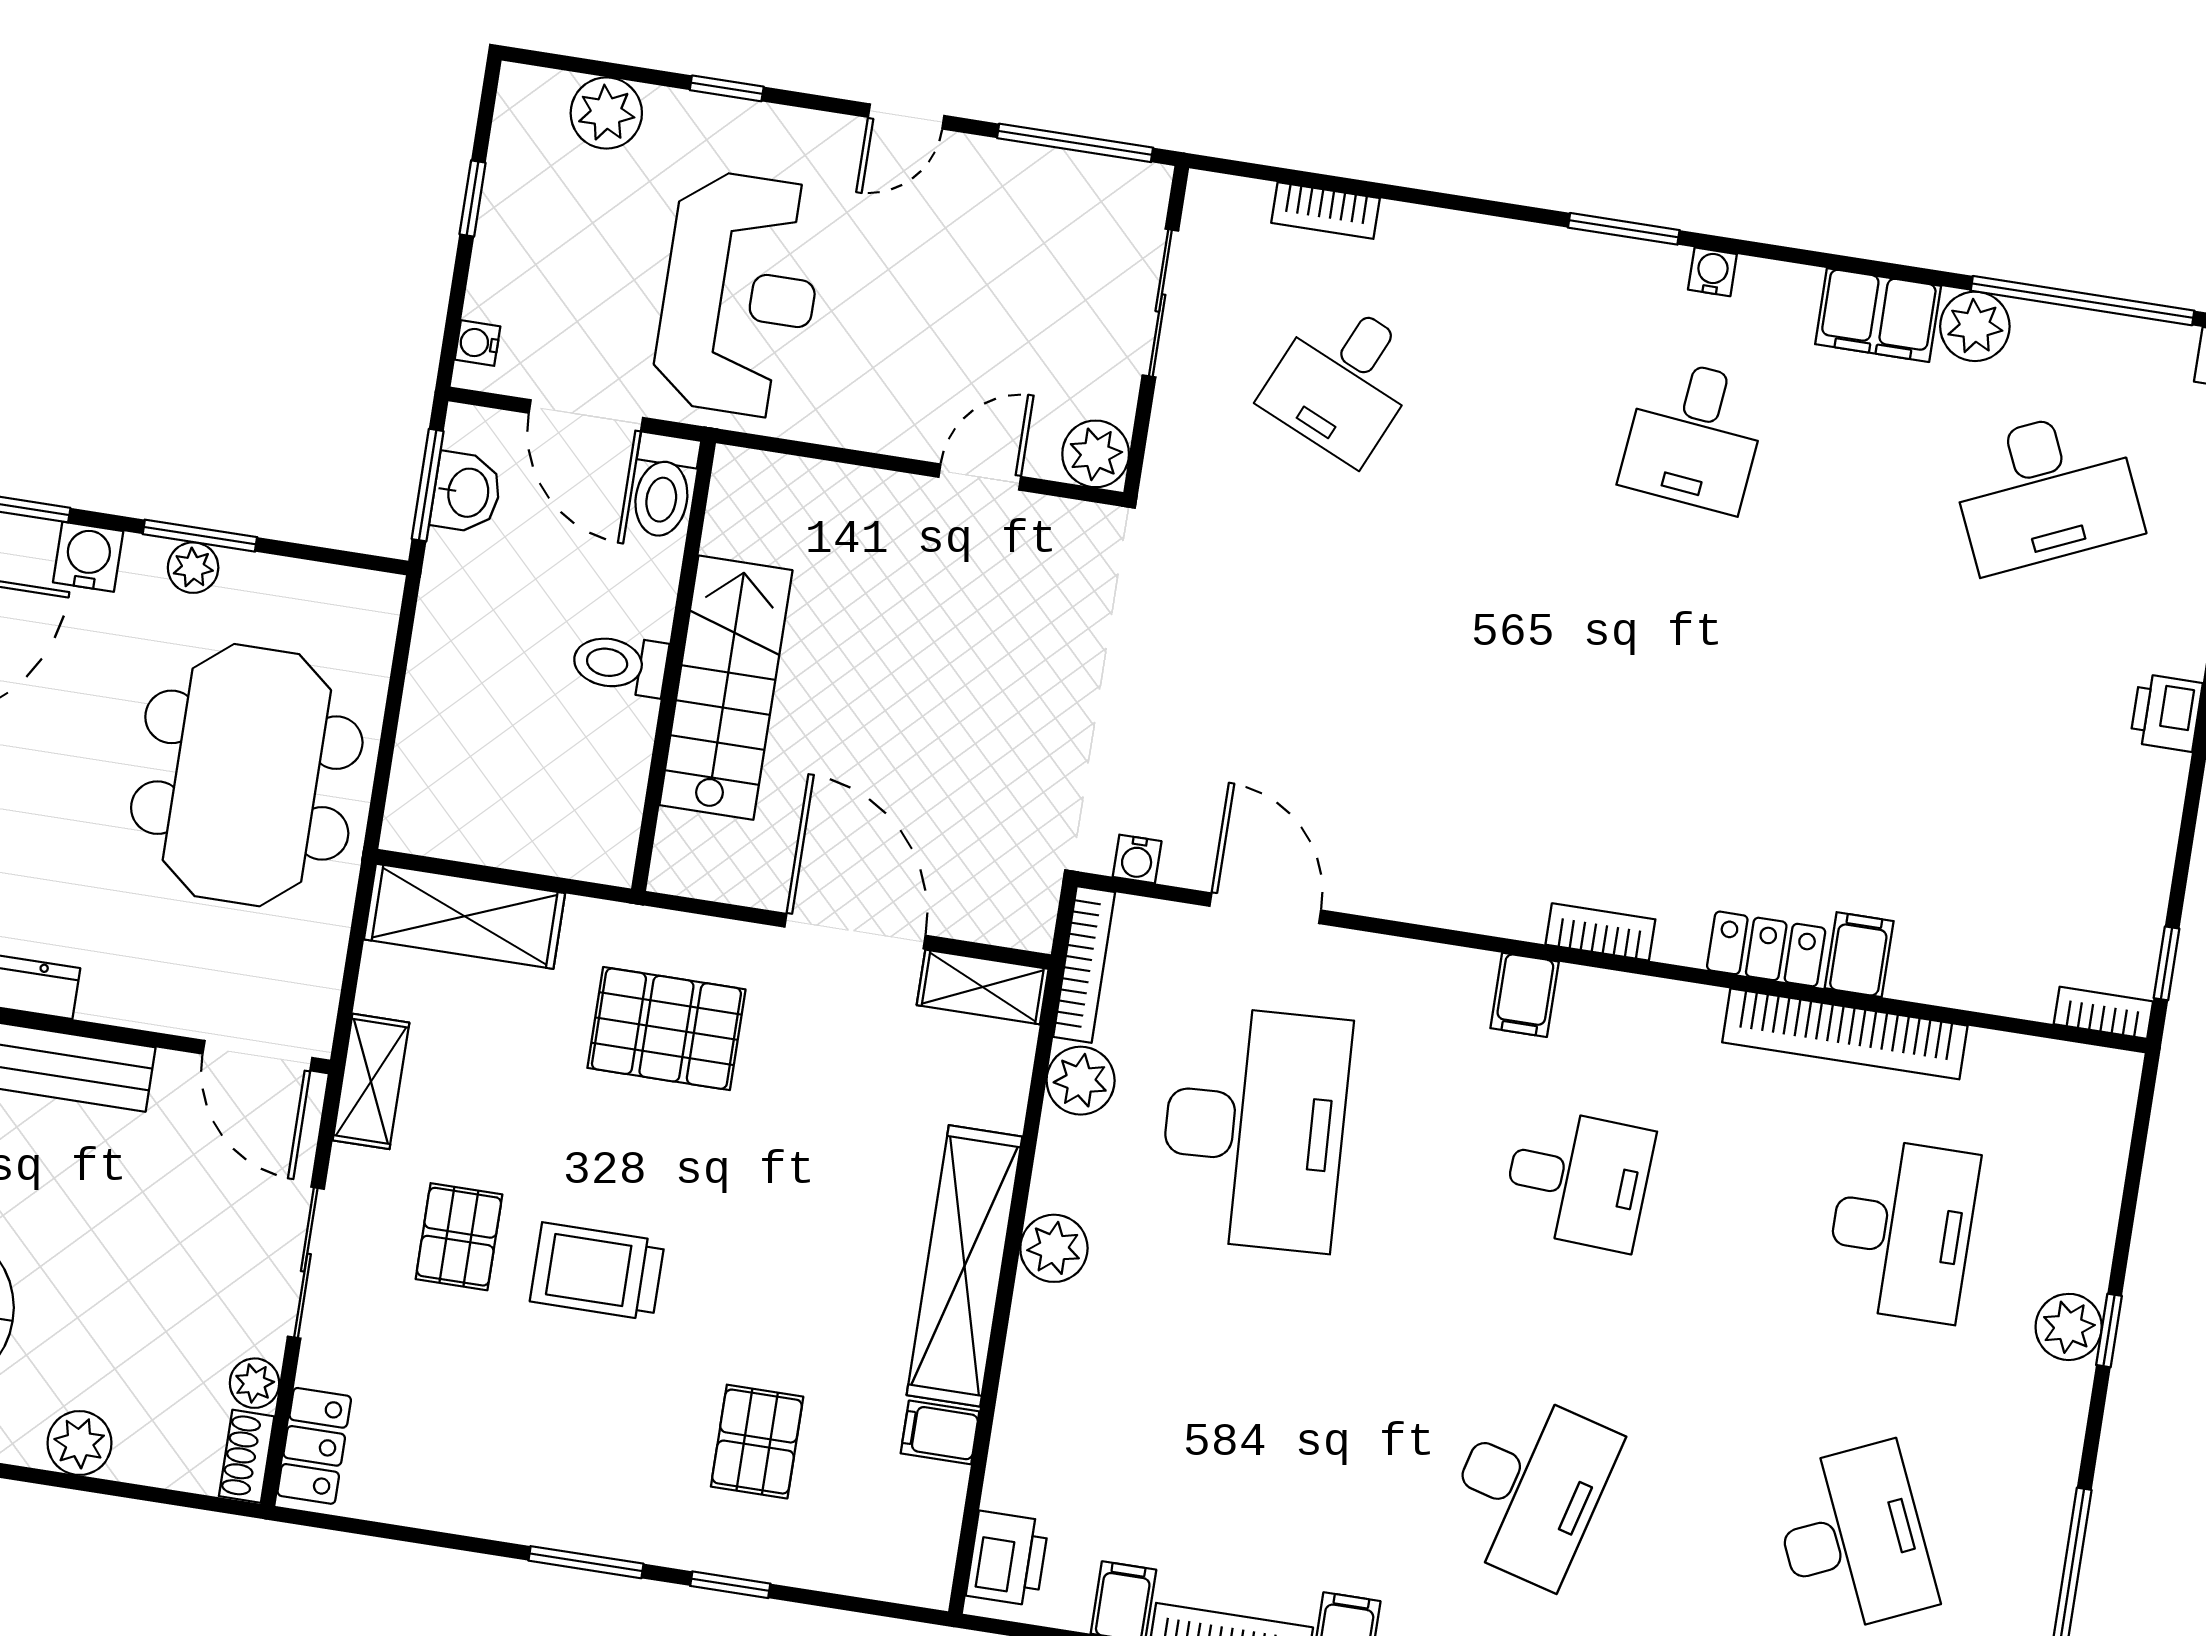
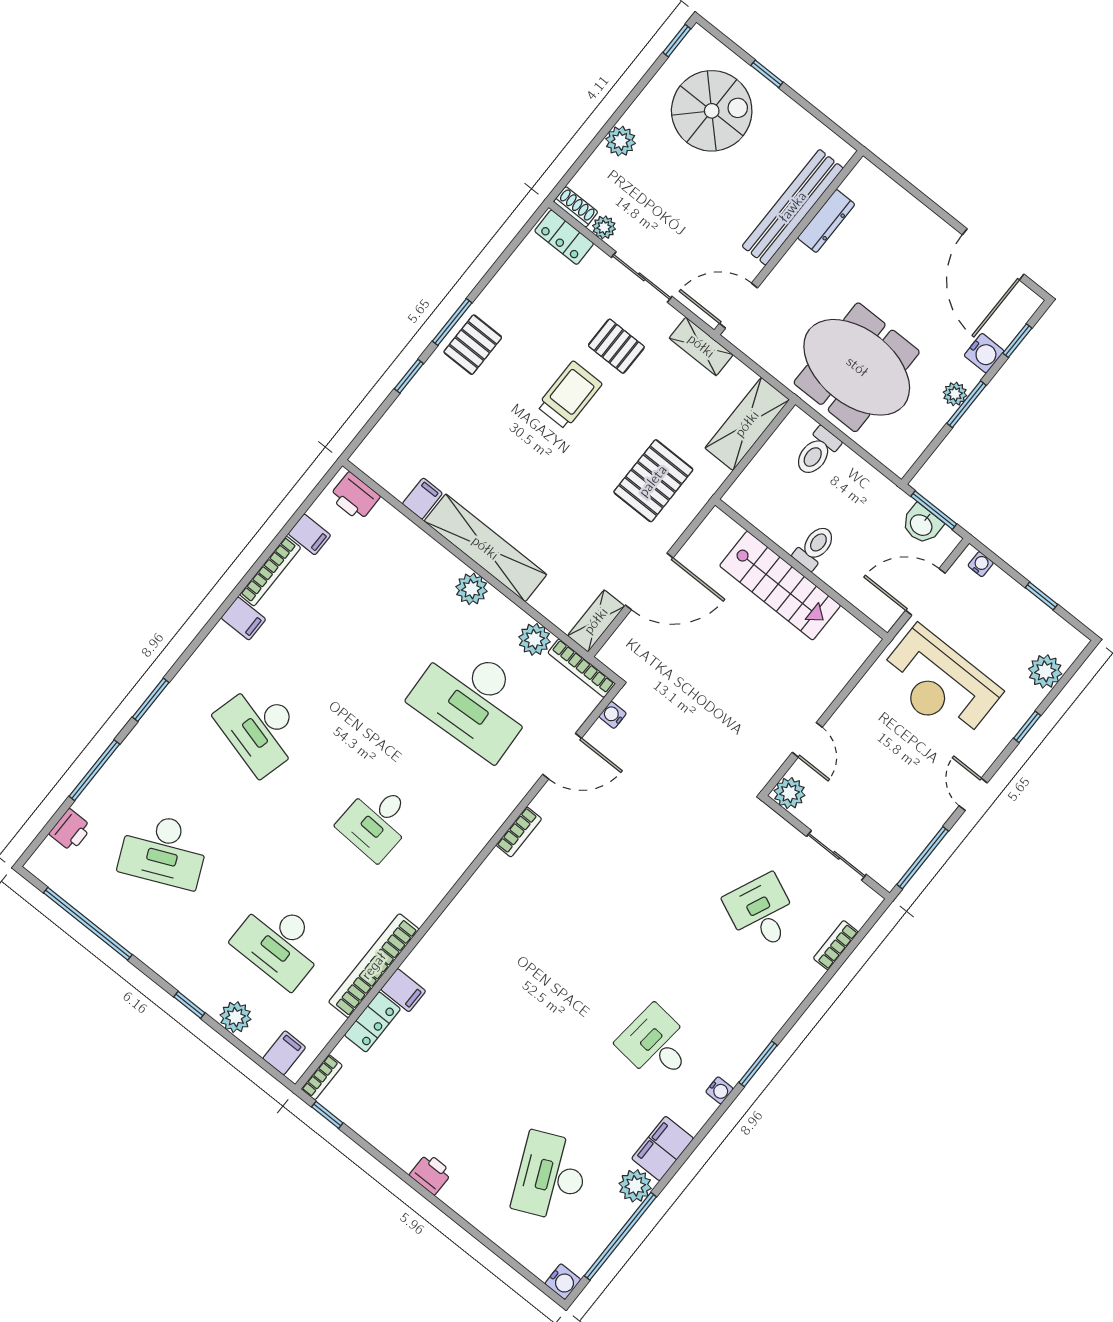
toilet: (663, 486) -> (817, 452), moved, turned -90
bookcase: (1600, 932) -> (519, 832), moved
locker: (1766, 949) -> (372, 1022), moved
filing cabinet: (1525, 995) -> (284, 1053), moved, turned 90
plant: (2069, 1327) -> (236, 1017), moved
pallet: (757, 1442) -> (473, 345), moved, turned 90

